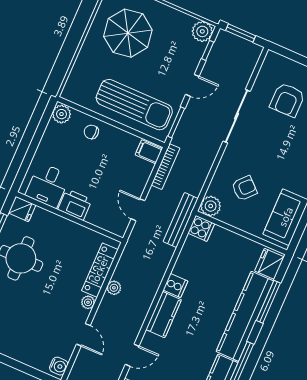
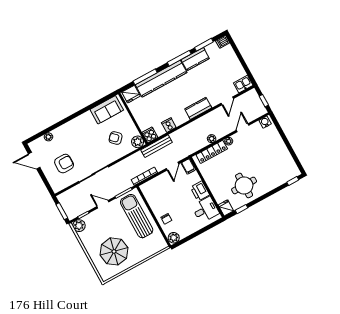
filing cabinet: (149, 152) -> (188, 166), moved
cooker: (175, 285) -> (169, 125), moved
door: (132, 355) -> (227, 101), swing flipped

